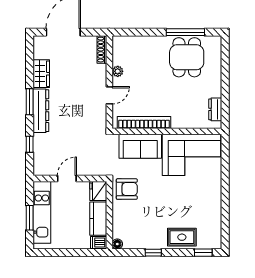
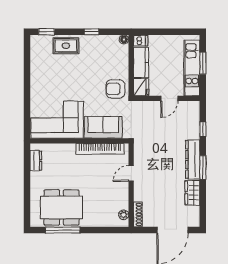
dining table: (187, 57) -> (61, 207), width x1.37
plant: (118, 71) -> (124, 215), moved

